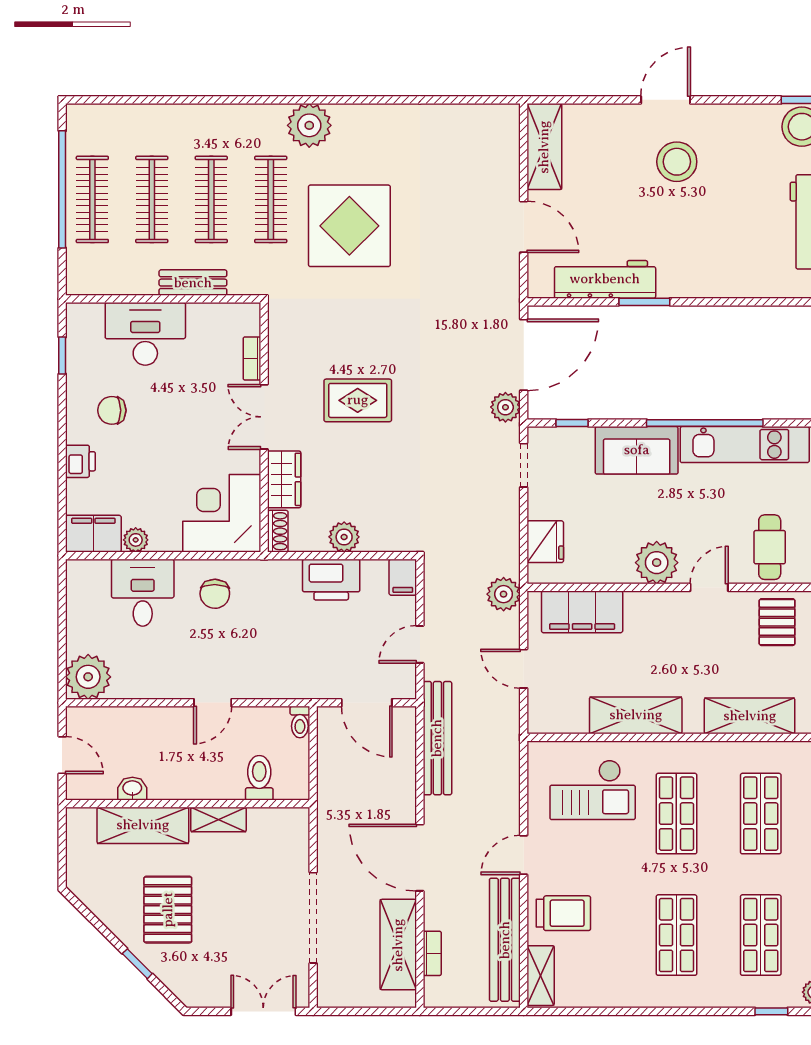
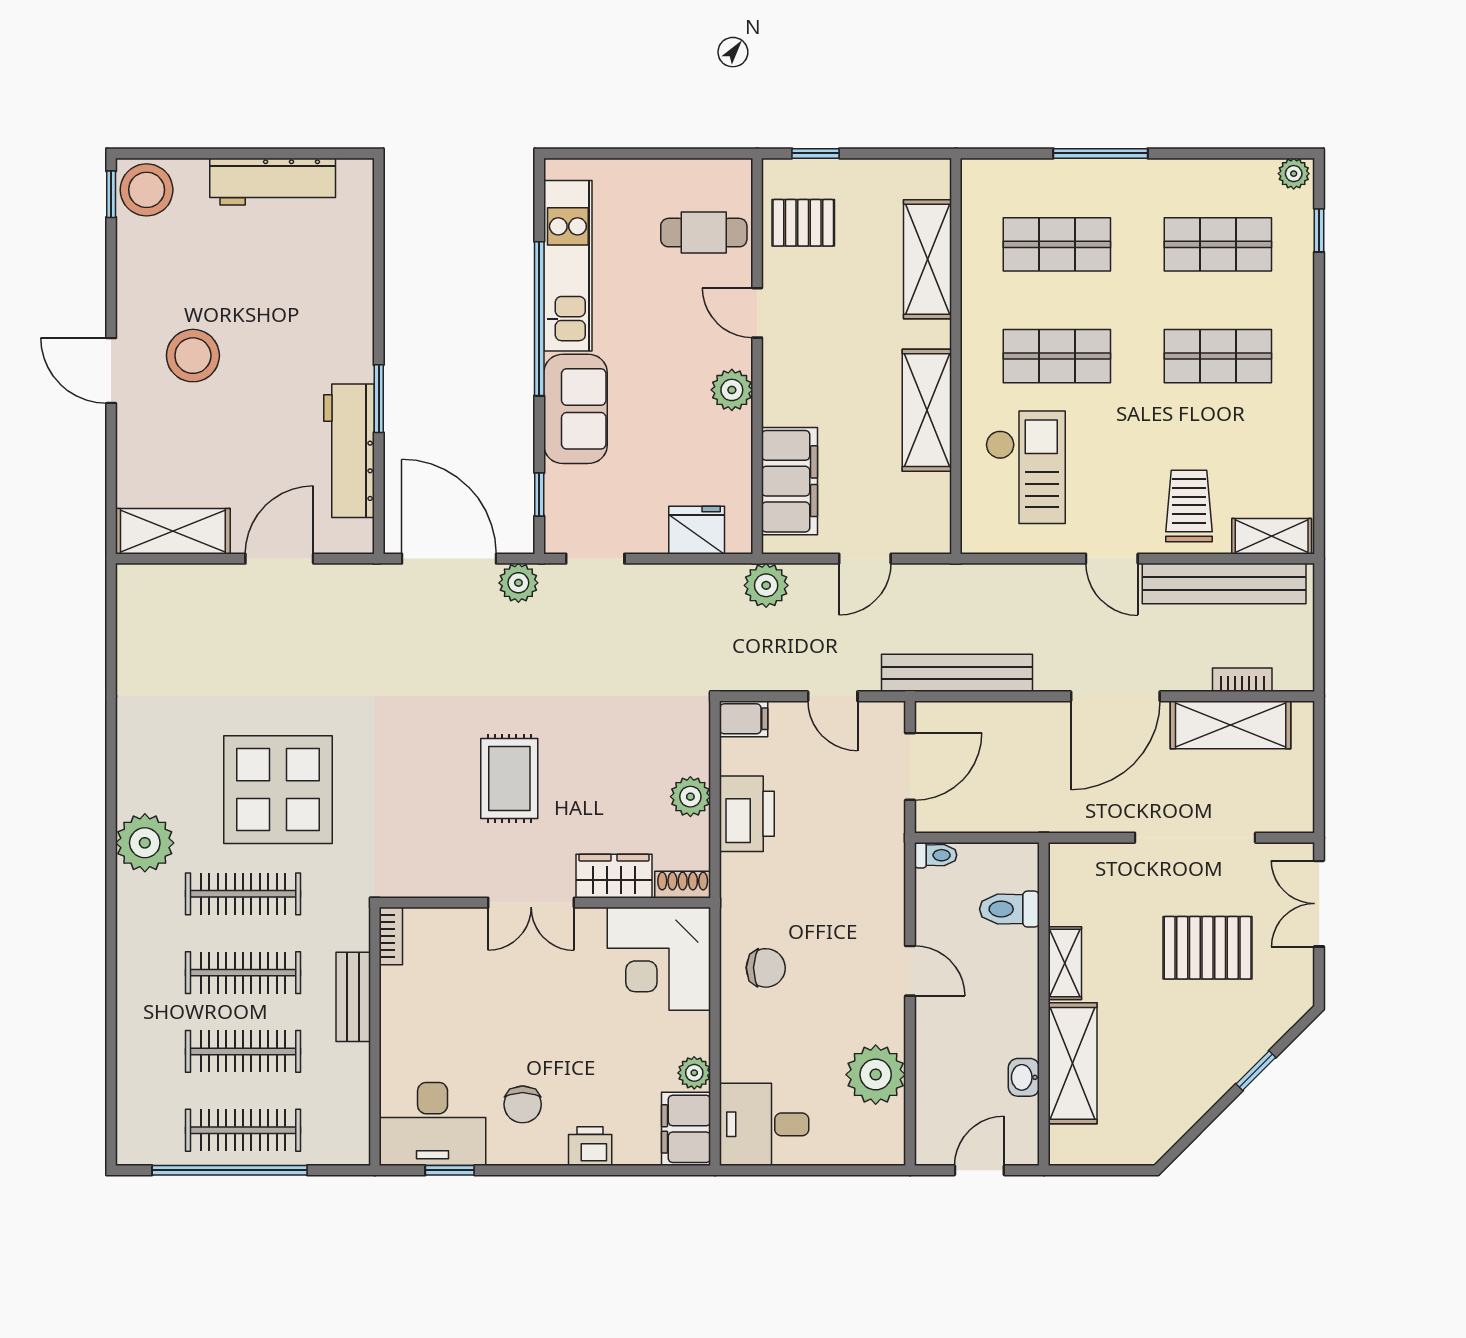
desk: (145, 334) -> (433, 1124), moved, turned -90
bookcase: (252, 358) -> (391, 936), moved, turned -90
plant: (657, 563) -> (732, 390), width x0.73, depth x0.73
desk: (143, 593) -> (764, 1124), moved
plant: (88, 677) -> (876, 1075), moved
pallet: (168, 910) -> (1208, 948), moved

